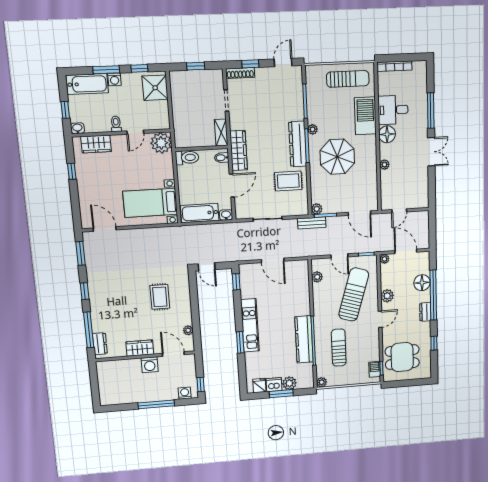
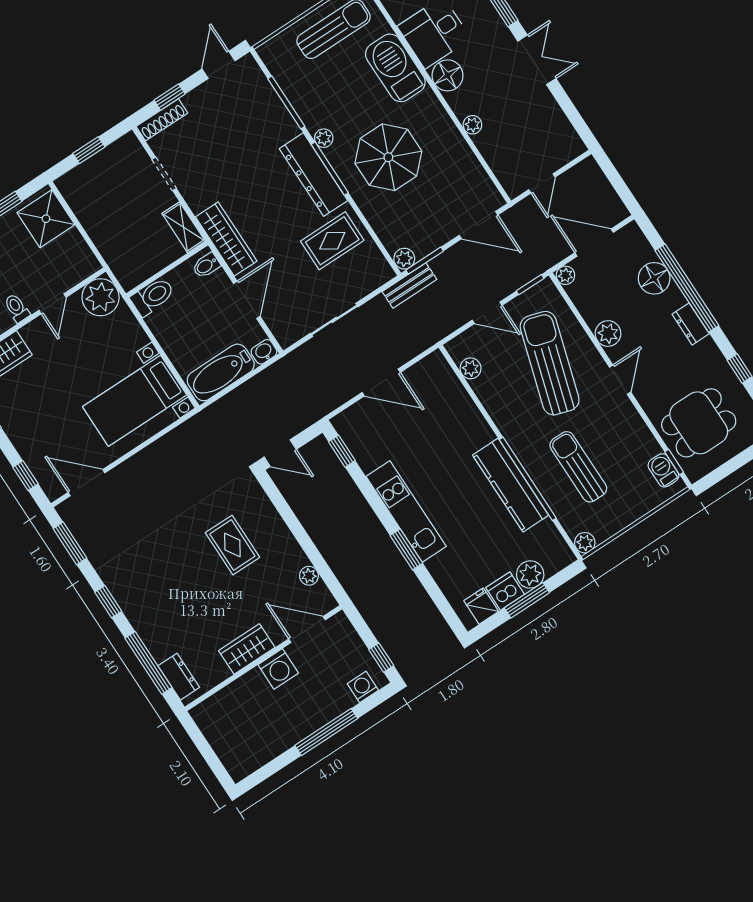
window: (76, 209) -> (25, 476), added

